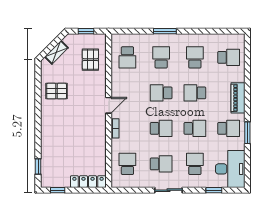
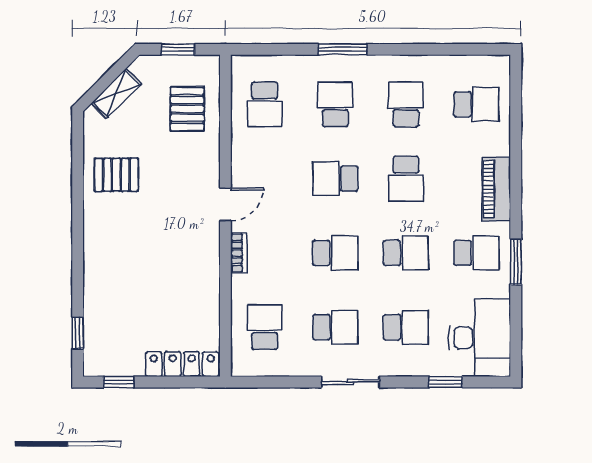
school desk: (195, 93) -> (406, 179), turned -90
school desk: (195, 164) -> (406, 327), turned 90

